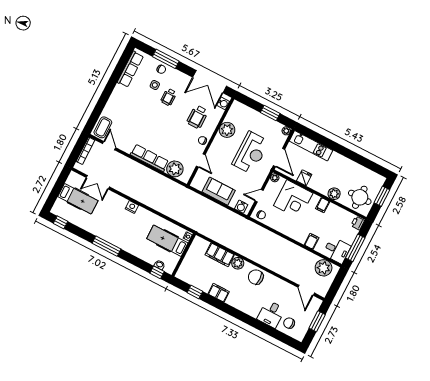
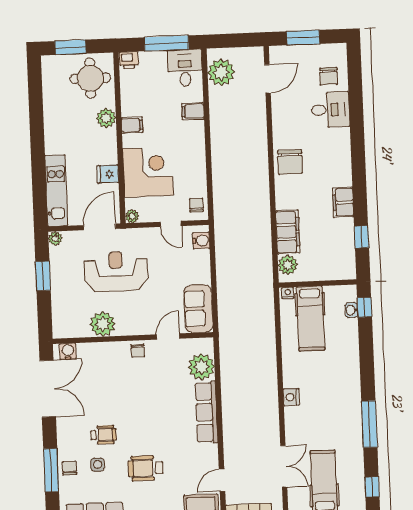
wheelchair: (197, 117) -> (145, 468), moved, turned 180
sofa: (219, 191) -> (198, 309), moved
window: (106, 246) -> (369, 424), moved
plant: (238, 263) -> (288, 265), moved

